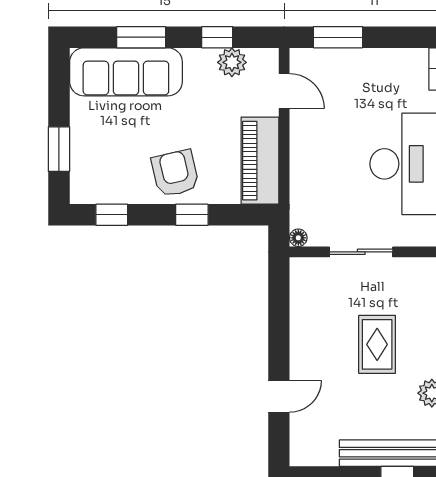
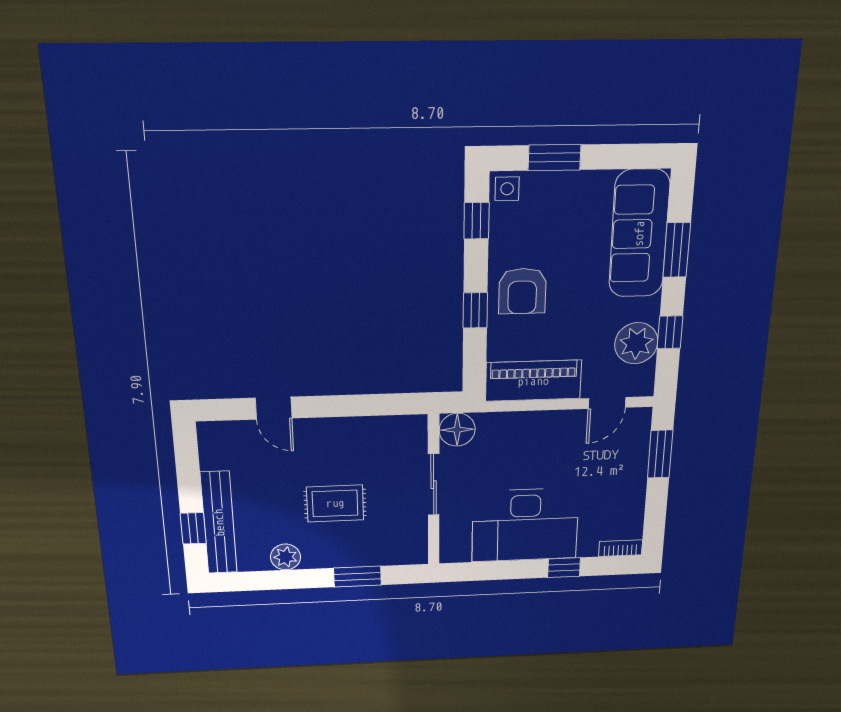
plant: (232, 62) -> (636, 343), width x1.36, depth x1.36
armchair: (175, 173) -> (522, 291), turned 103
side table: (85, 189) -> (507, 189), added
floor lamp: (298, 238) -> (457, 430), width x1.89, depth x1.89

